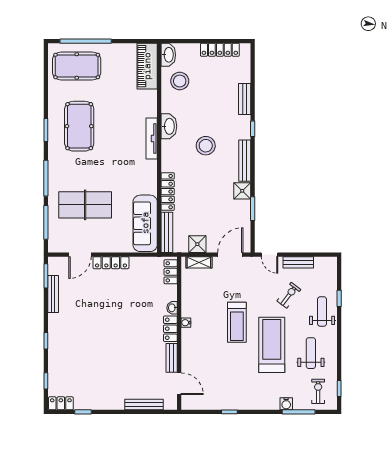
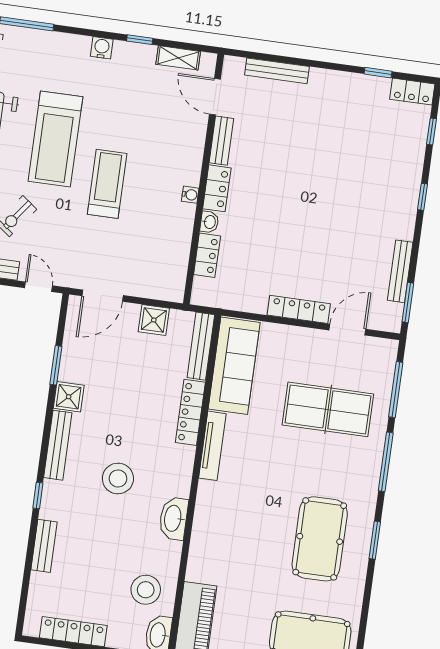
tv unit: (152, 138) -> (212, 446), moved
shelving: (199, 262) -> (178, 58), moved
locker: (171, 272) -> (207, 255), moved
water cooler: (286, 404) -> (102, 48), moved

